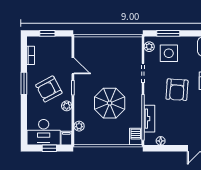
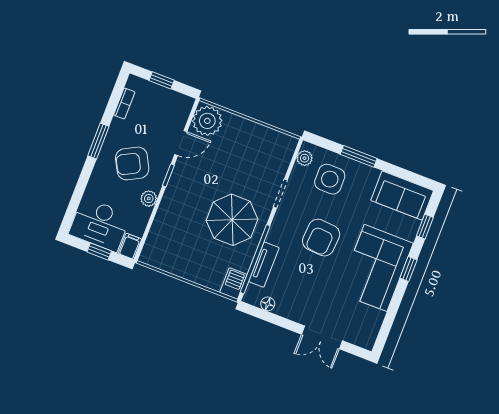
window: (168, 33) -> (359, 156), moved
door: (73, 66) -> (181, 143), hinge flipped
parasol: (110, 103) -> (232, 220), moved
plant: (79, 126) -> (207, 121), moved, width x1.87, depth x1.87

